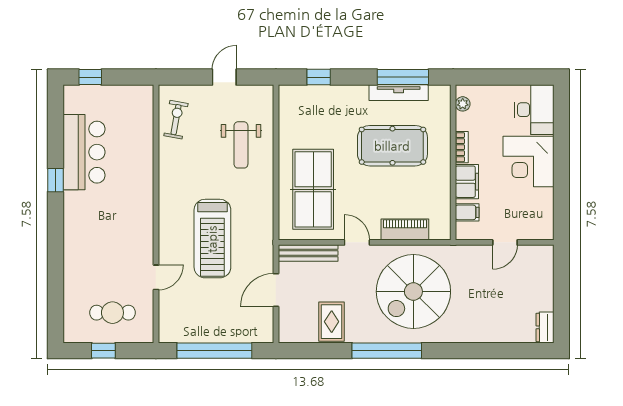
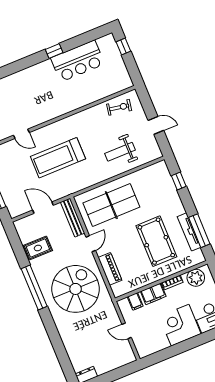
plant: (463, 104) -> (196, 278), width x1.88, depth x1.88
spiral stairs: (413, 292) -> (76, 289), turned 90

